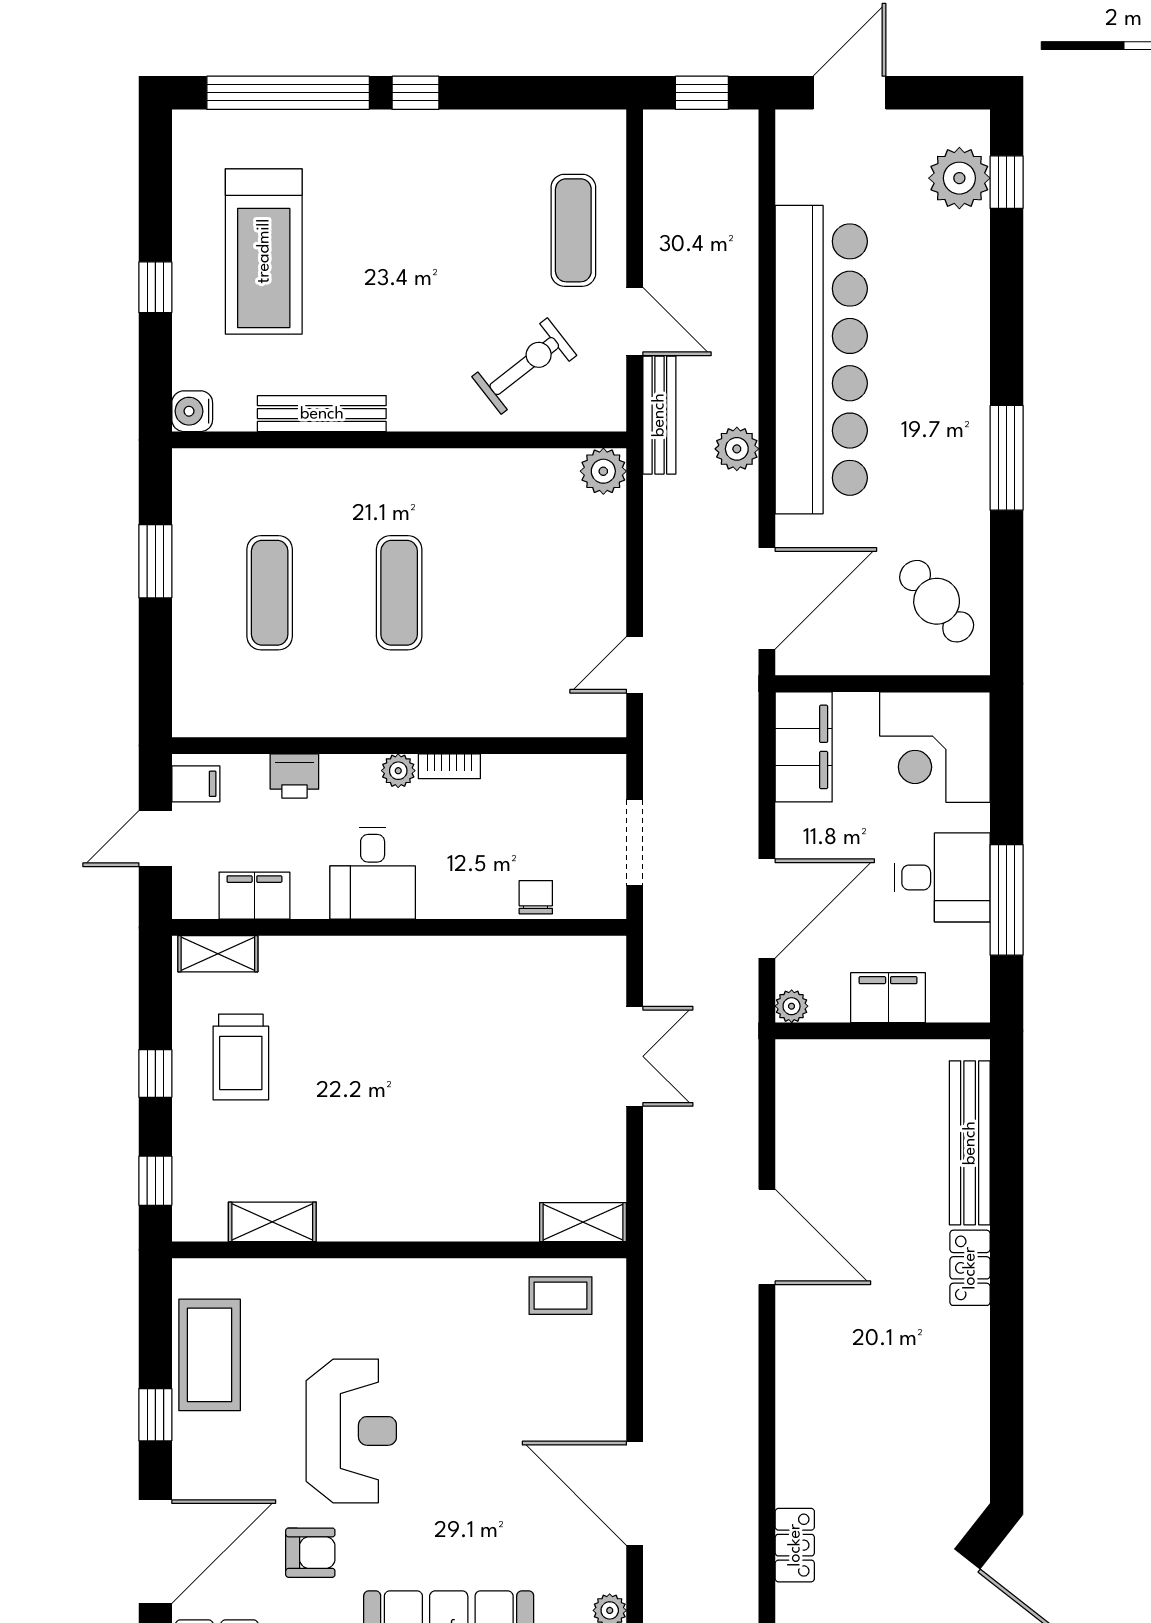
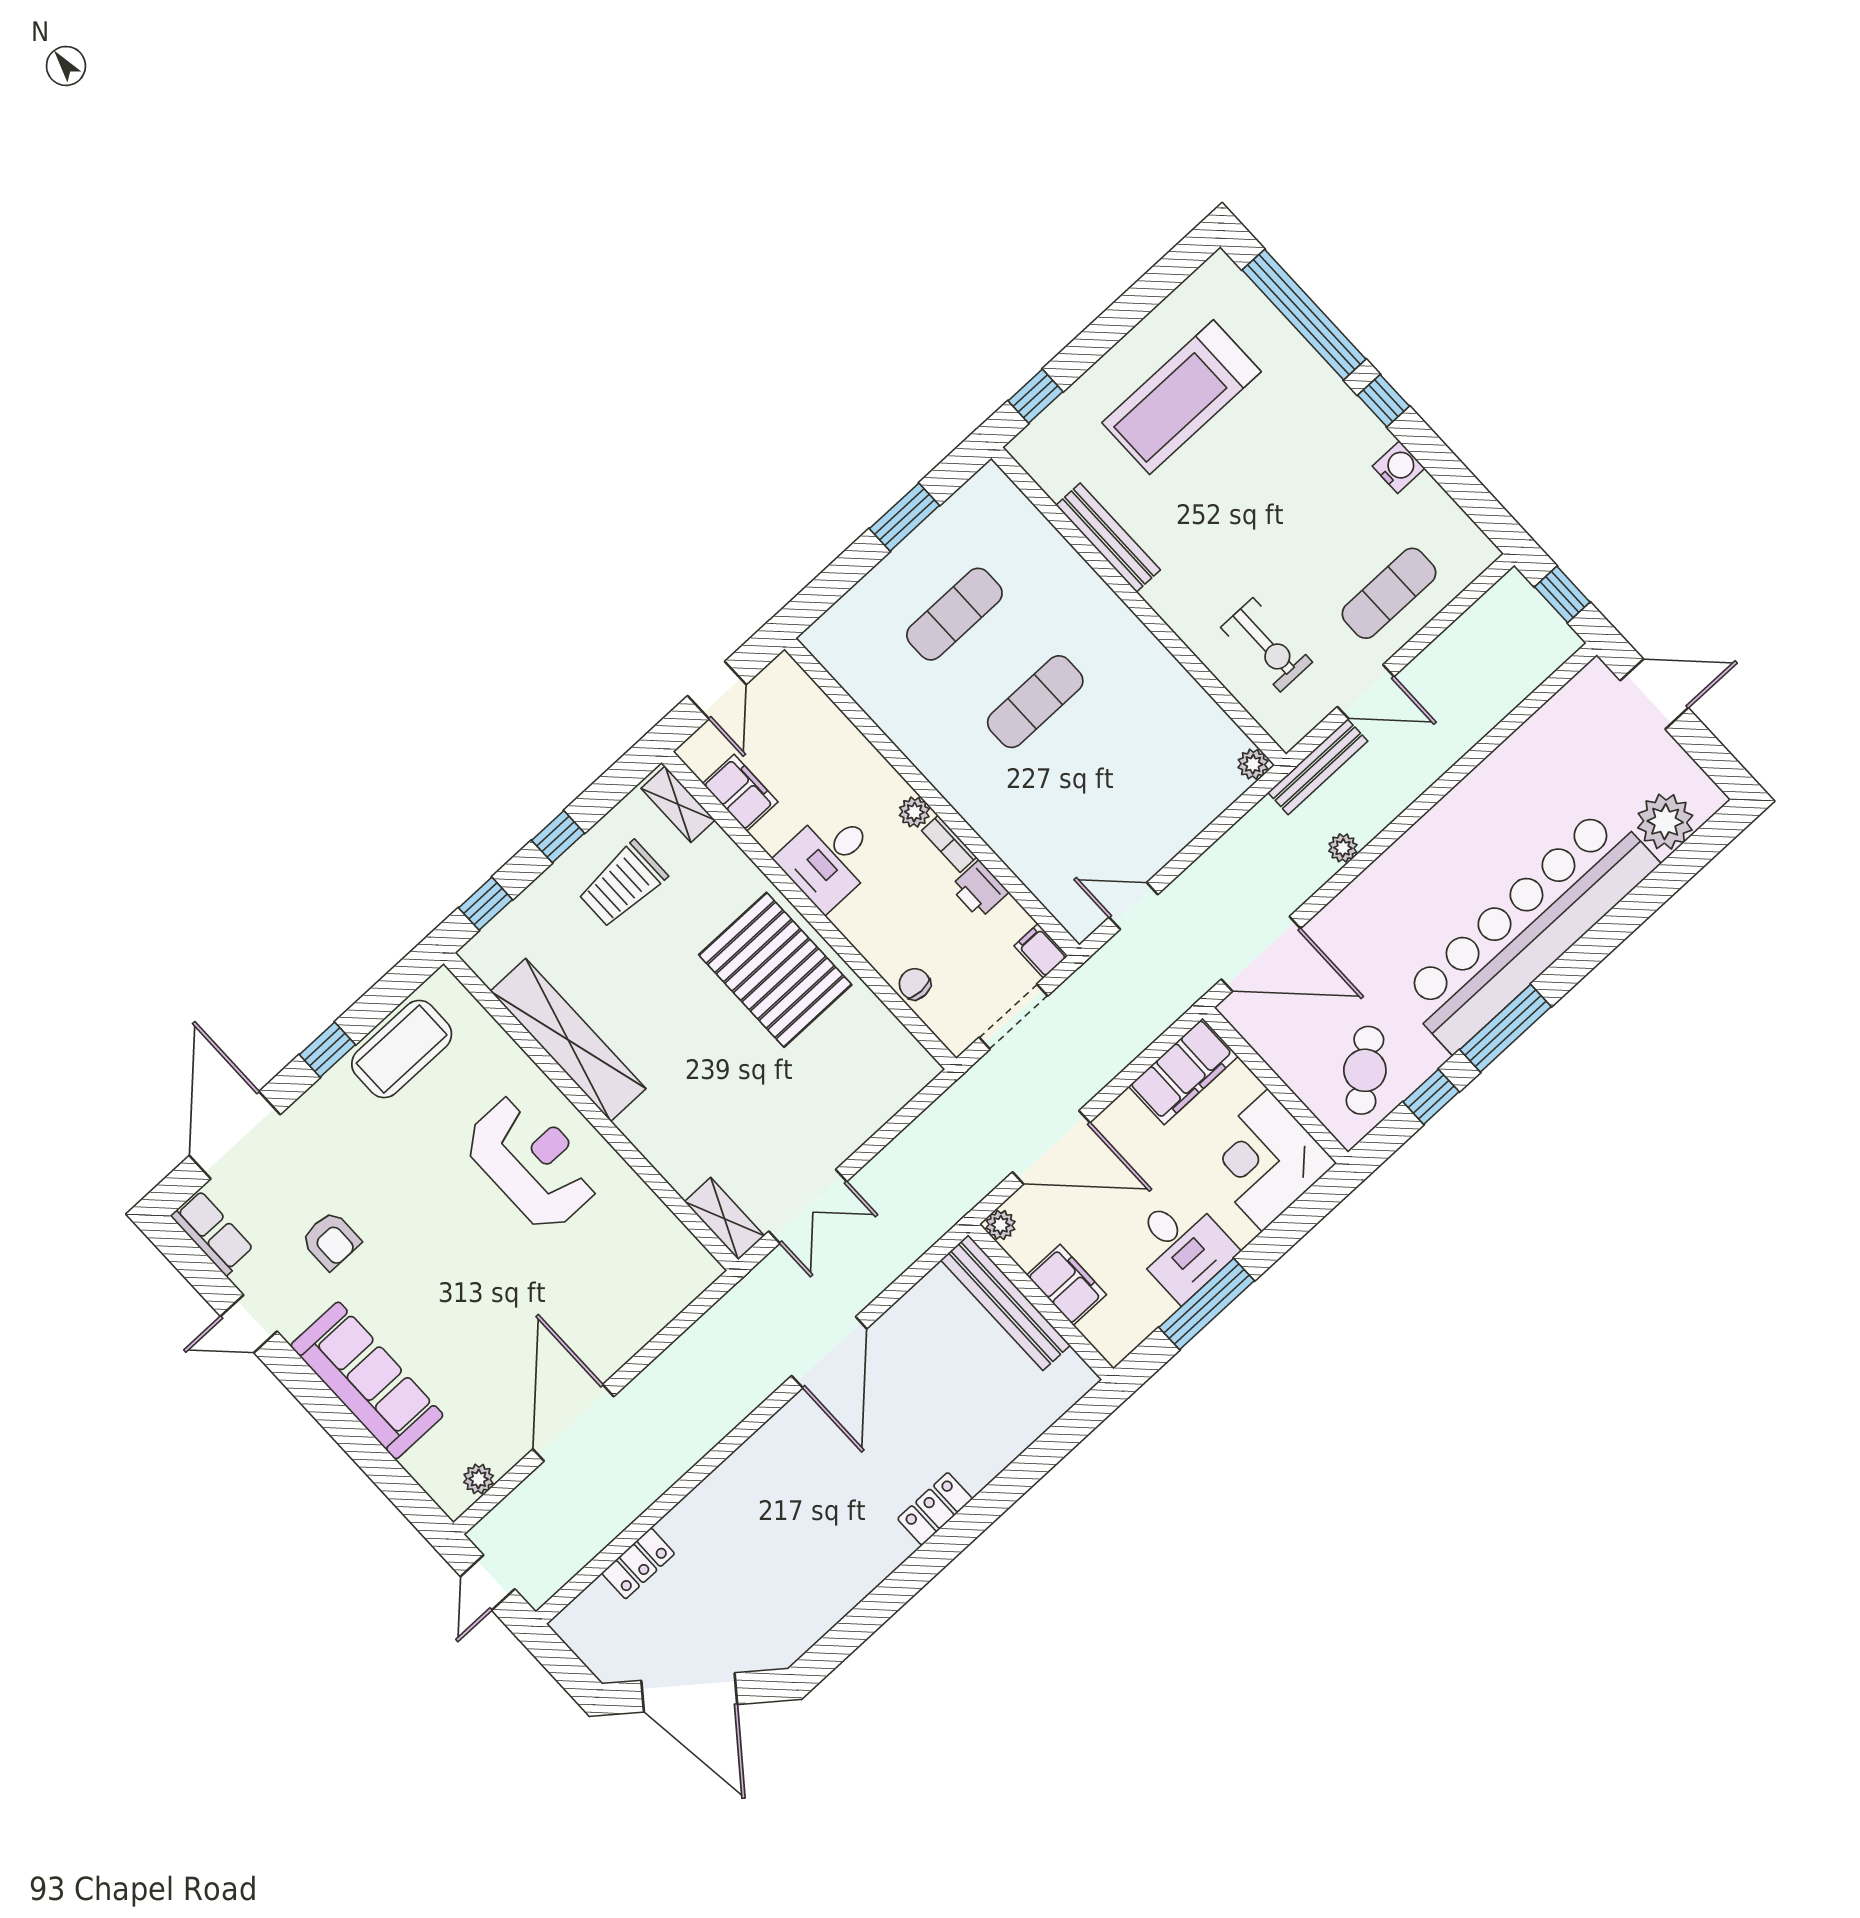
window: (1007, 182) -> (1431, 1097), moved
window: (155, 287) -> (1035, 396), moved
door: (635, 321) -> (1366, 692), hinge flipped
bar counter: (821, 360) -> (1528, 929), moved, turned 180
exercise bike: (524, 366) -> (1267, 645), turned 38
water cooler: (192, 411) -> (1399, 467), moved, turned 90
plant: (737, 449) -> (1343, 848), width x0.73, depth x0.73
plant: (603, 471) -> (1253, 764), width x0.73, depth x0.73
printer: (294, 776) -> (979, 890), moved
filing cabinet: (196, 784) -> (1041, 951), moved, turned 180
door: (155, 839) -> (717, 690), swing flipped
chair: (536, 897) -> (915, 984), turned -90
pallet: (422, 998) -> (775, 970), added
double door: (635, 1056) -> (808, 1206), moved
bench: (970, 1143) -> (1005, 1303), moved, turned 90
shelving: (272, 1222) -> (568, 1040), width x2.20, depth x1.33
coffee table: (560, 1296) -> (661, 1249), removed
reception desk: (351, 1431) -> (532, 1162), moved, turned -90
door: (155, 1552) -> (235, 1135), swing flipped

